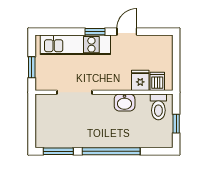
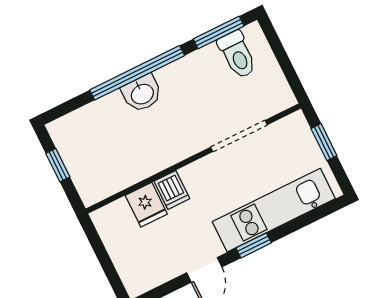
dishwasher: (157, 81) -> (172, 190), moved
washbasin: (125, 103) -> (142, 93), moved, turned 180
toilet: (158, 107) -> (237, 55), moved, turned 180

